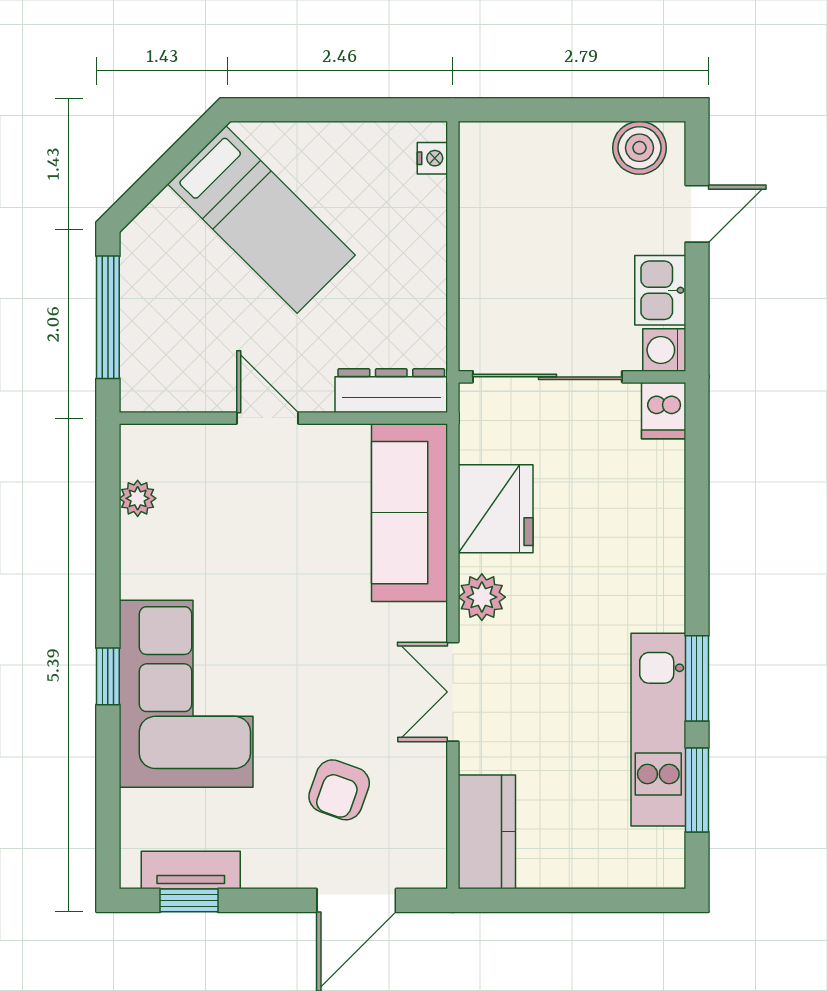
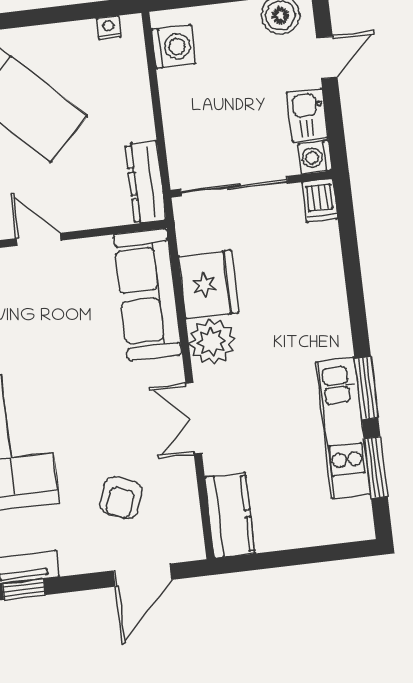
nightstand: (432, 158) -> (109, 28), moved, turned -90
washing machine: (486, 174) -> (173, 47), added
dresser: (391, 391) -> (146, 182), moved, turned -90
plant: (482, 597) -> (212, 342), width x1.36, depth x1.36

